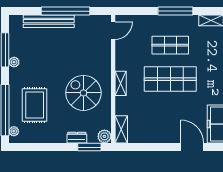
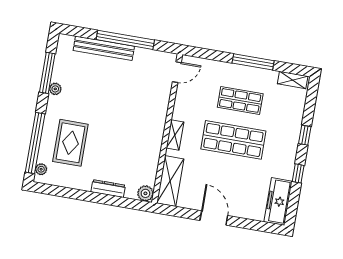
spiral stairs: (83, 93) -> (130, 139), removed
shelving: (121, 129) -> (170, 181), width x1.50, depth x1.33
dresser: (77, 138) -> (108, 189), width x1.44
window: (89, 147) -> (126, 203), removed
door: (192, 147) -> (214, 218), moved

